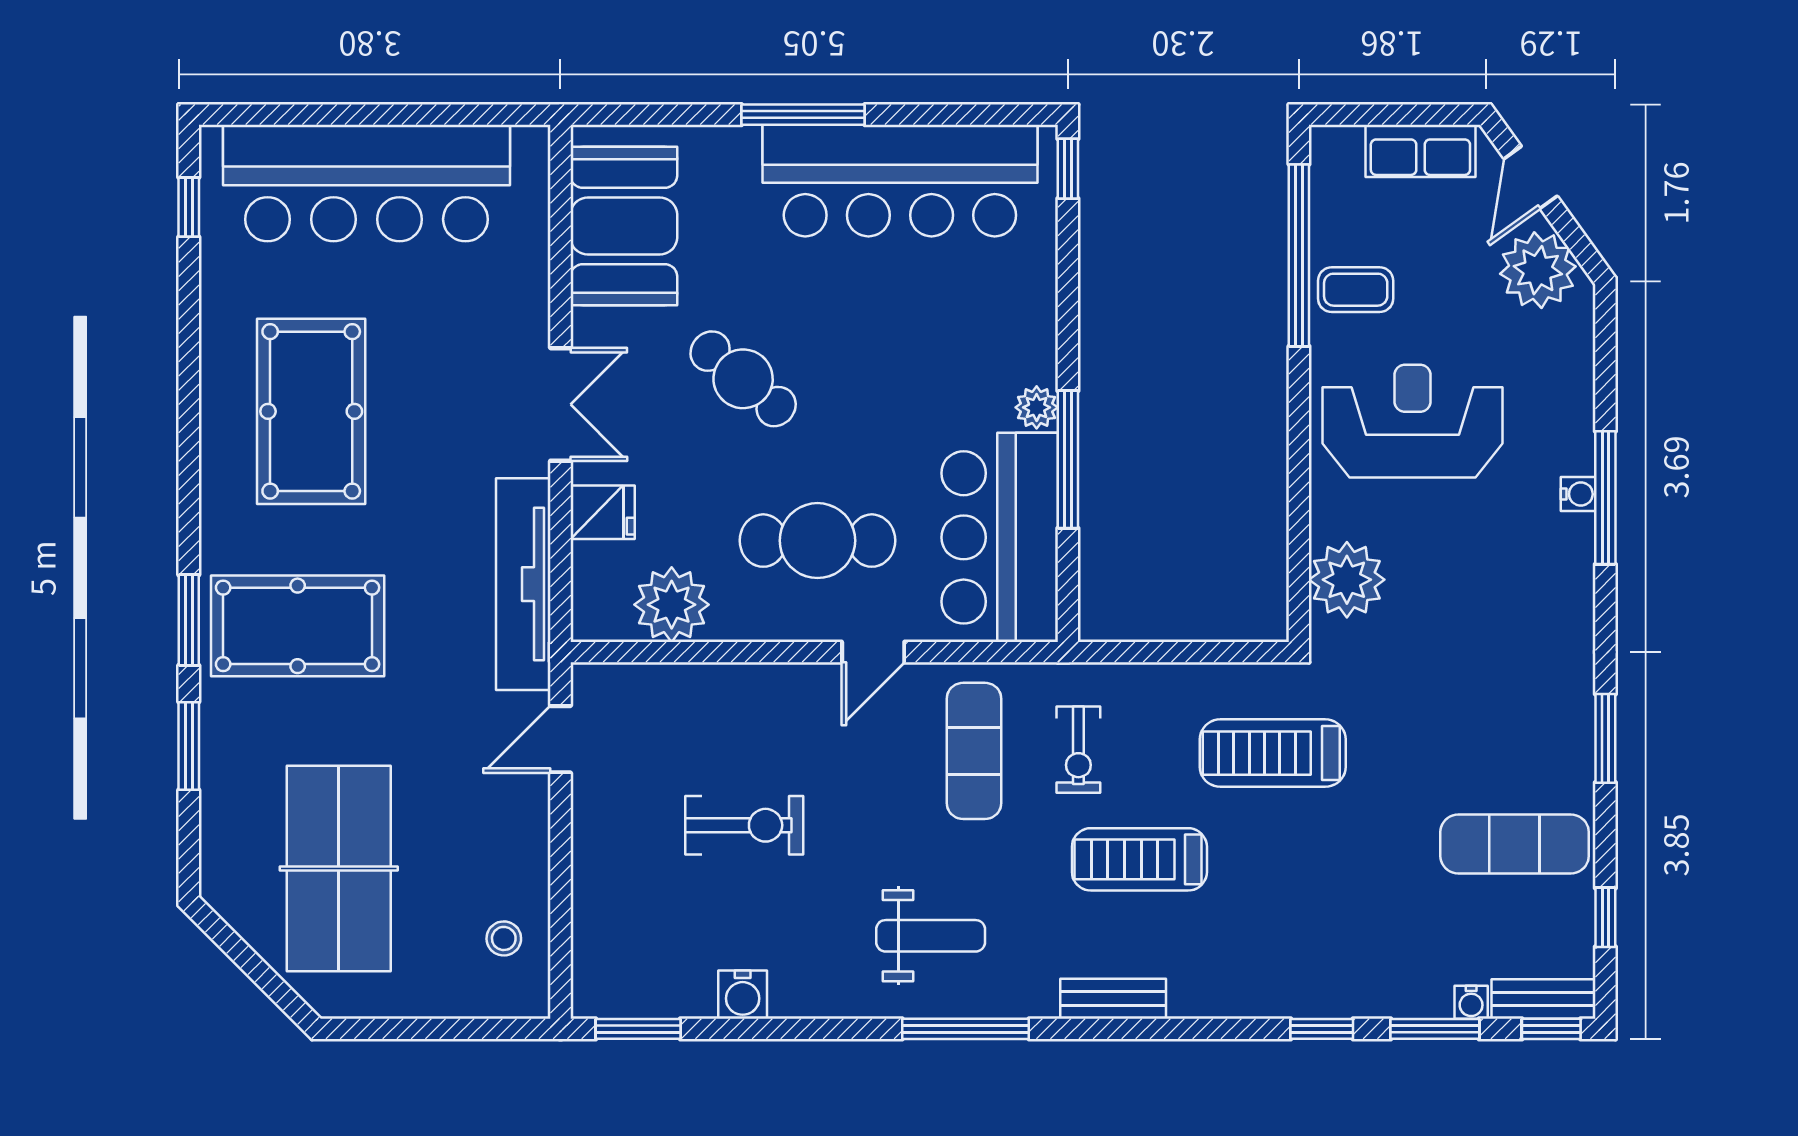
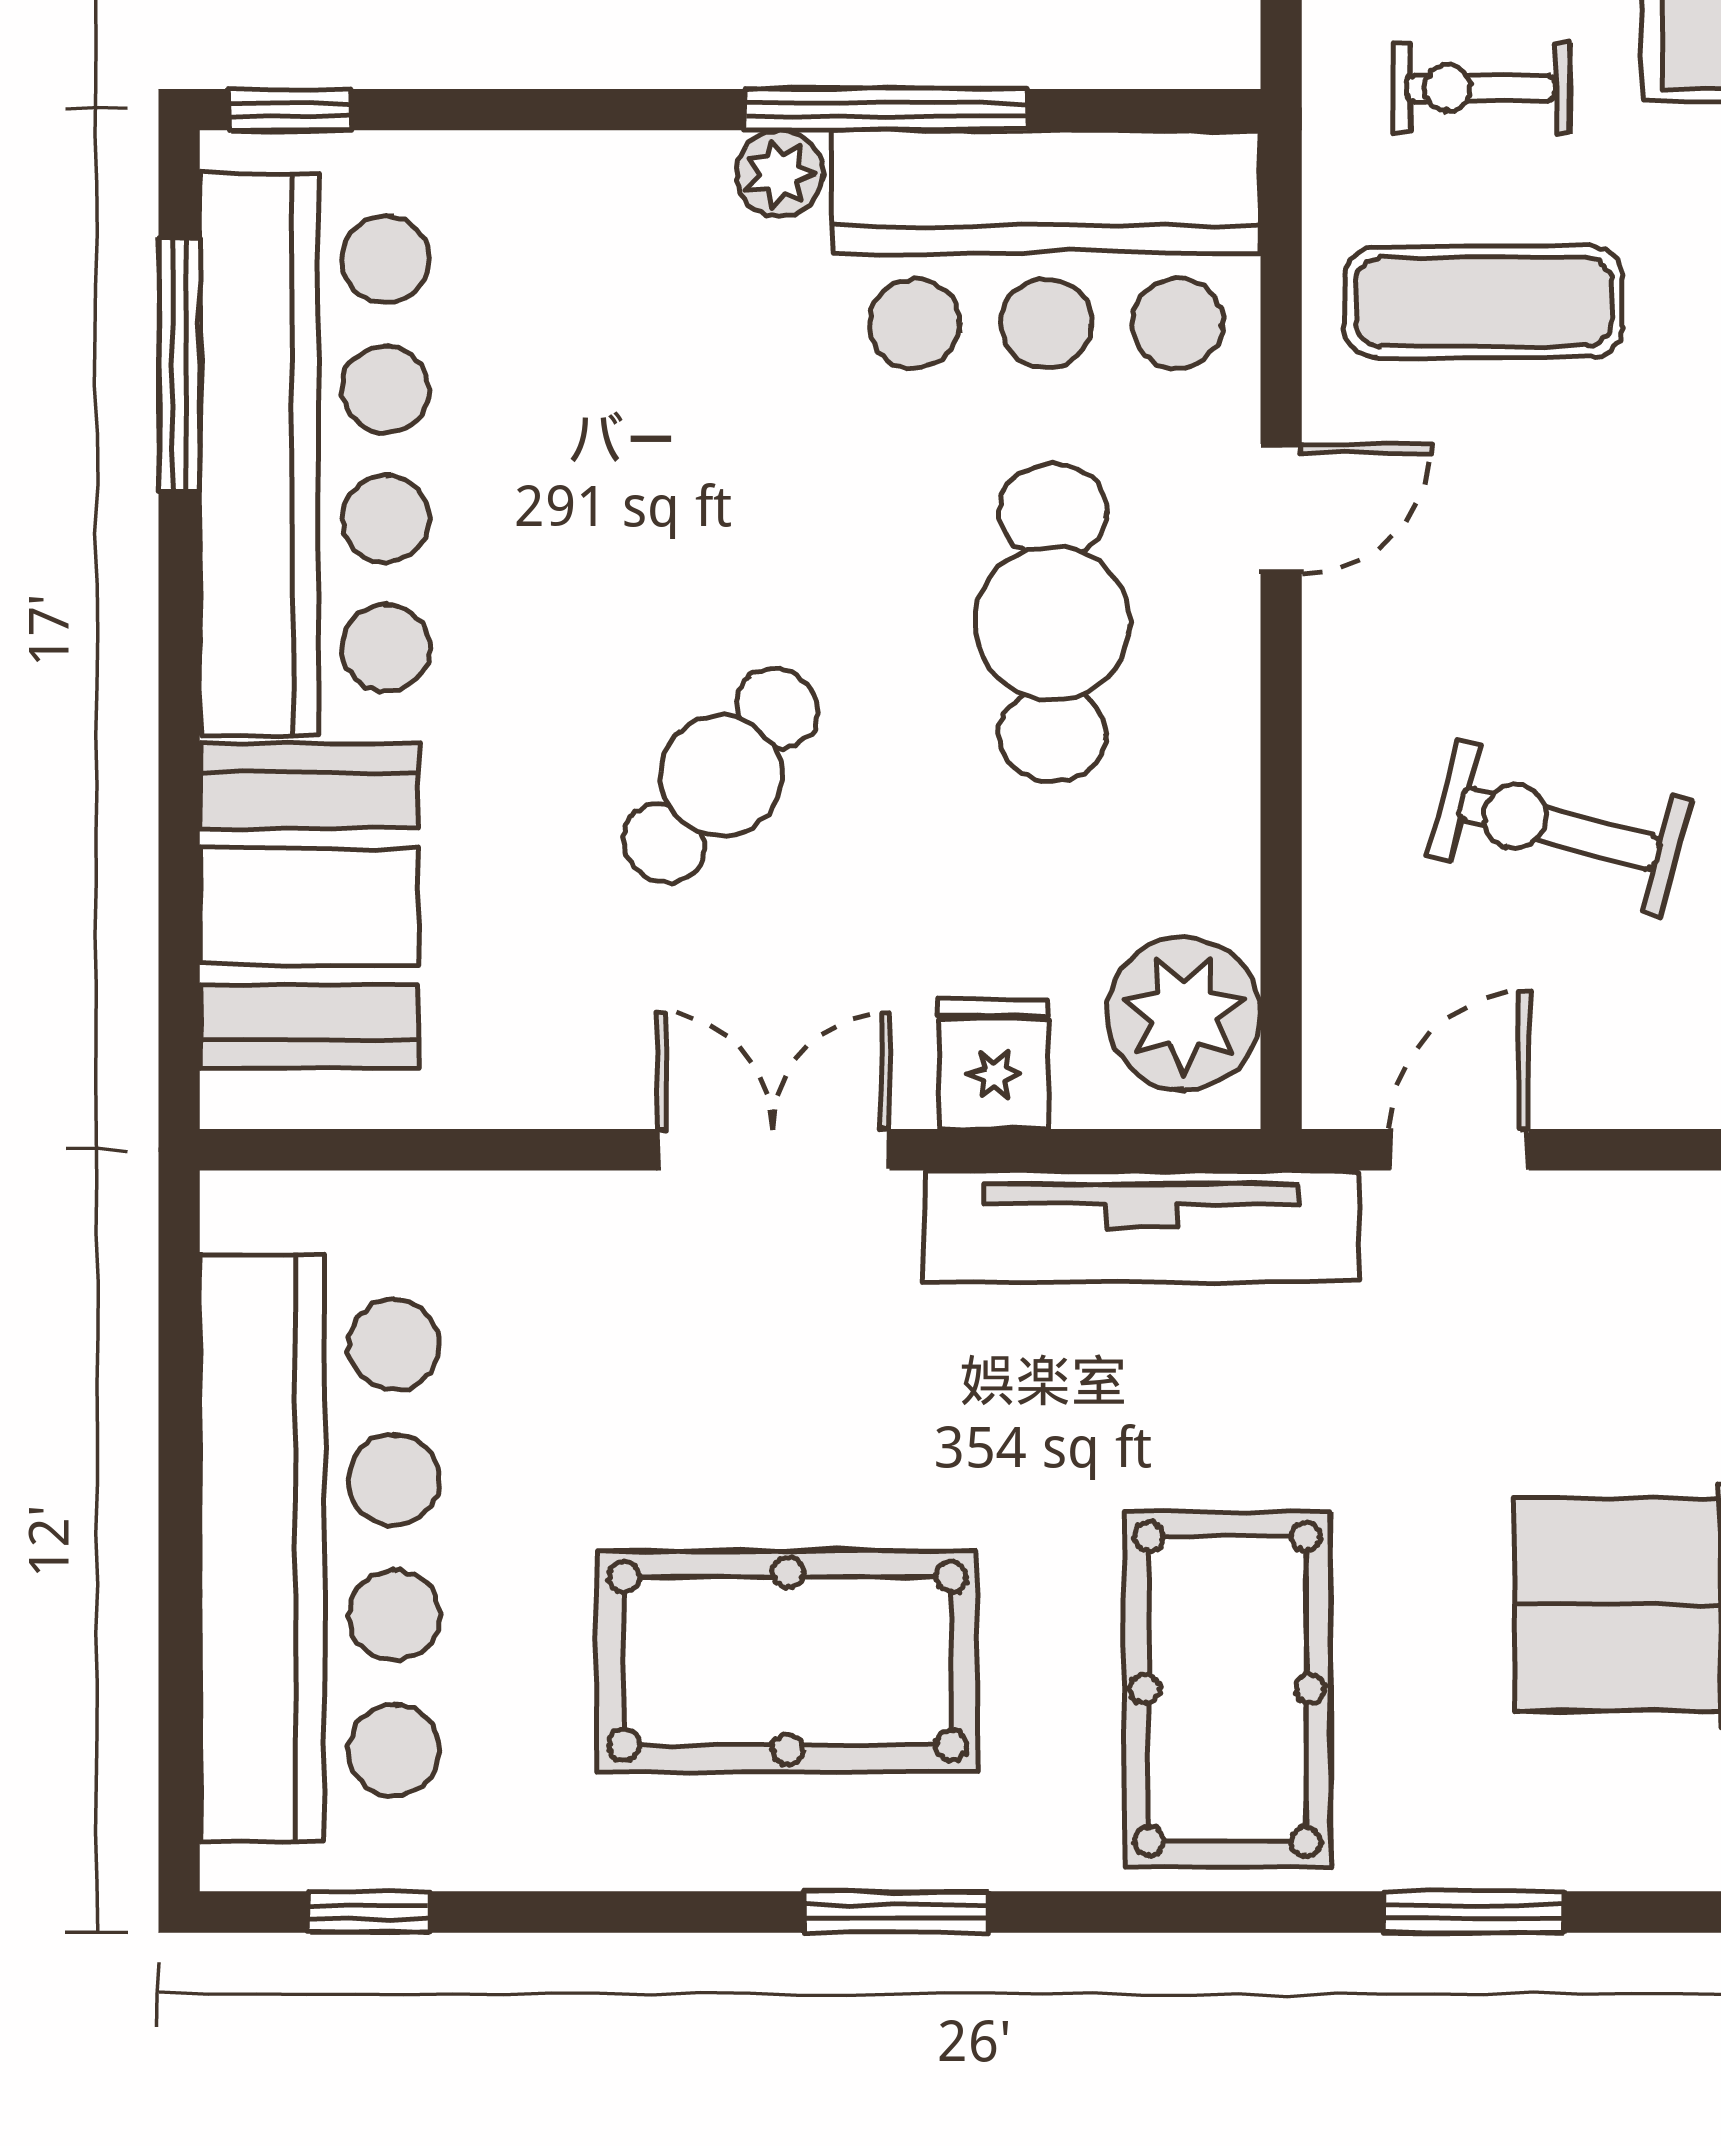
window: (803, 115) -> (179, 365), moved
booth: (624, 226) -> (309, 906), moved, turned 90
plant: (672, 605) -> (1184, 1014), moved
window: (189, 620) -> (896, 1912), moved
door: (873, 652) -> (1281, 509), hinge flipped
door: (560, 739) -> (1460, 1150), swing flipped
exercise bike: (1078, 750) -> (1481, 88), turned 180
exercise bike: (744, 825) -> (1559, 828), moved, turned -75

